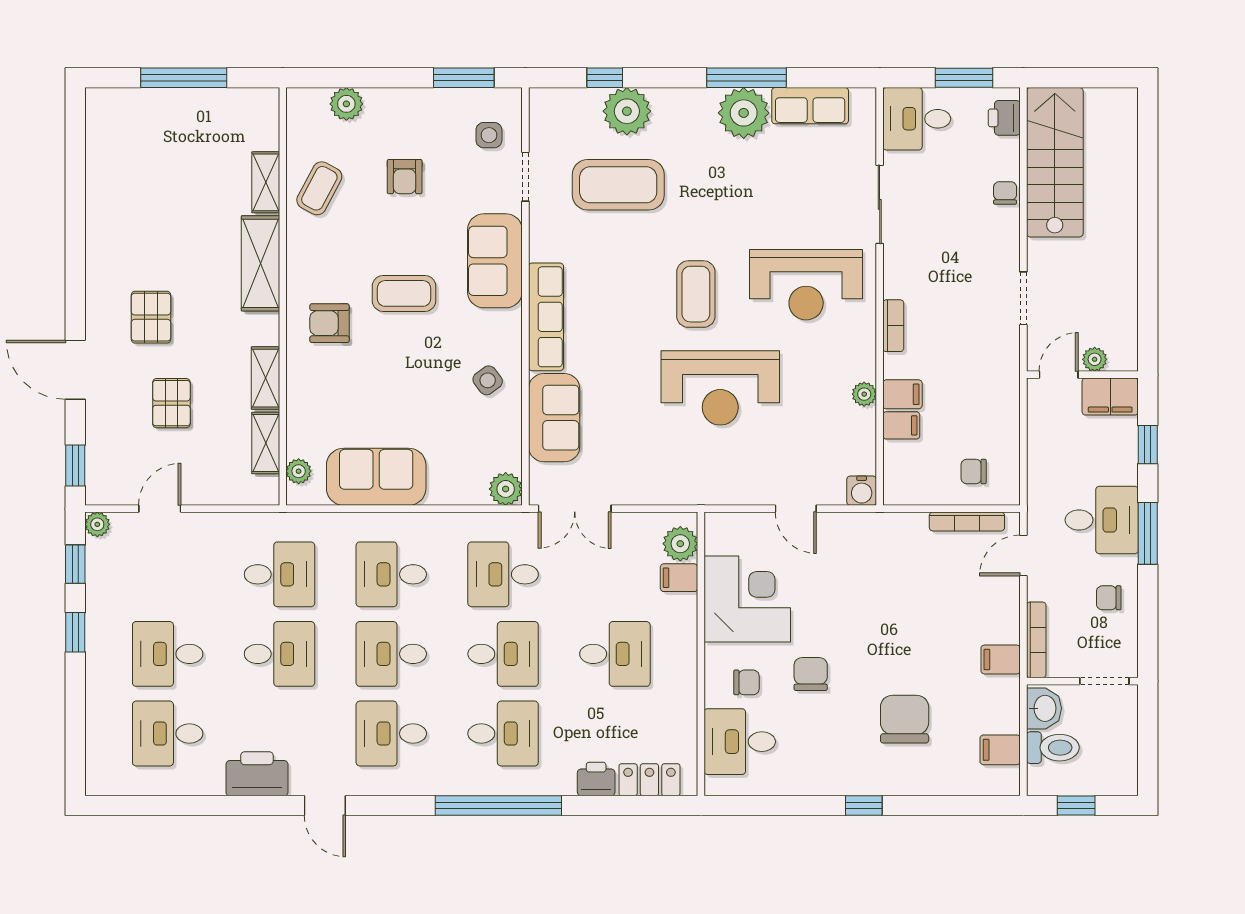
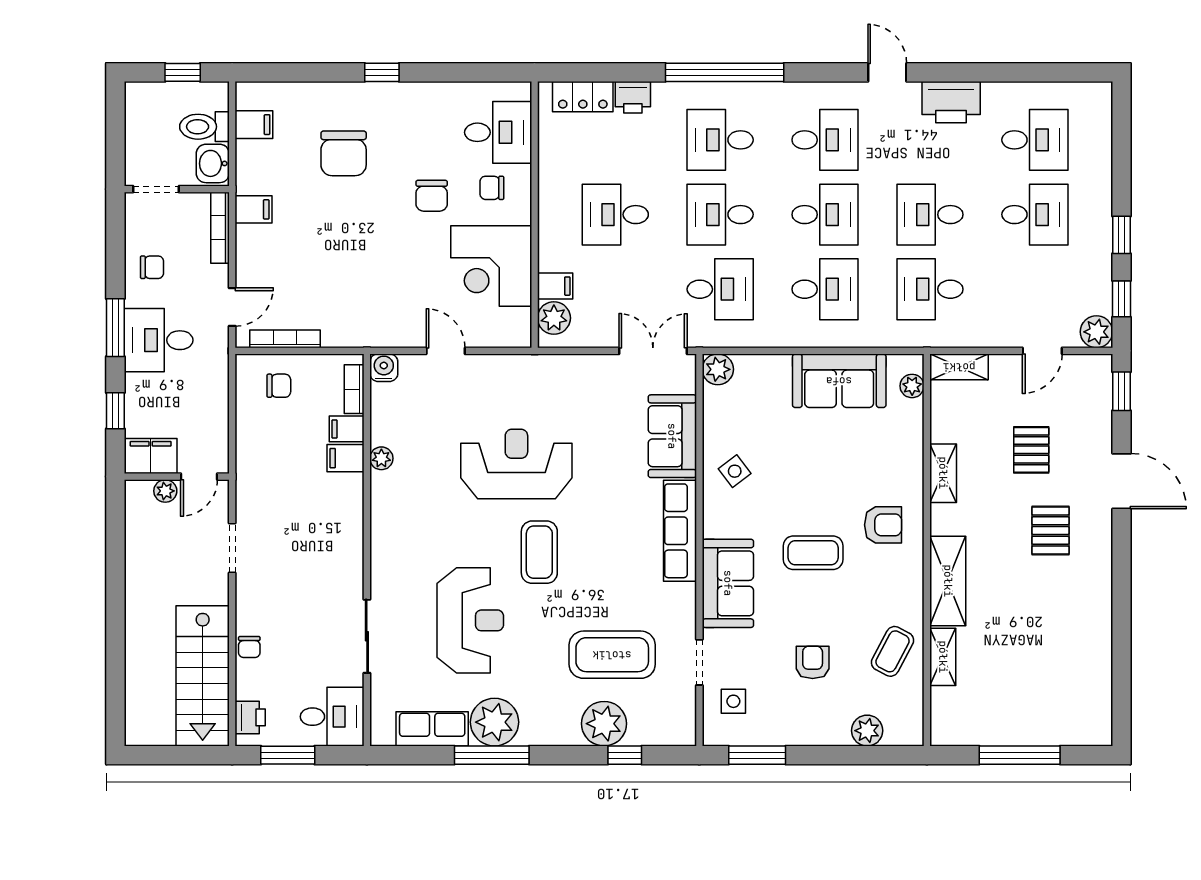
reception desk: (806, 285) -> (470, 620), moved, turned 90
bookcase: (893, 326) -> (354, 389), moved
shelving: (266, 443) -> (959, 367), moved, turned 90
plant: (97, 524) -> (1096, 332), width x1.38, depth x1.38

